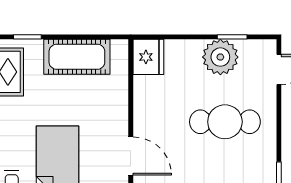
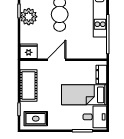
door: (131, 156) -> (57, 60), moved

